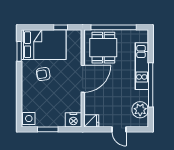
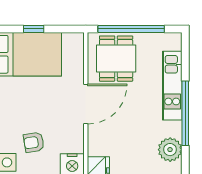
window: (61, 27) -> (34, 29), moved
armchair: (43, 74) -> (34, 142), moved

